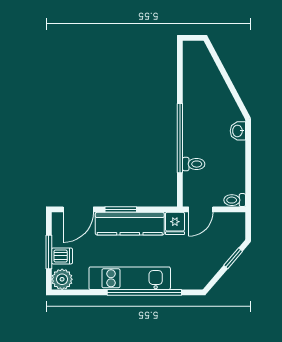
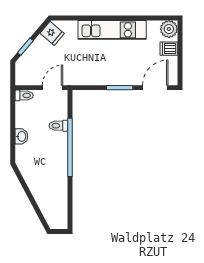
washbasin: (238, 131) -> (21, 136), moved
fridge: (175, 223) -> (52, 33), moved, turned 130
kitchen counter: (130, 224) -> (112, 76), removed
window: (49, 252) -> (180, 52), removed
window: (144, 292) -> (100, 18), removed

